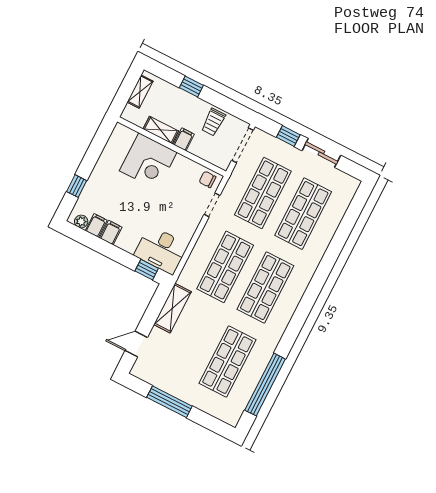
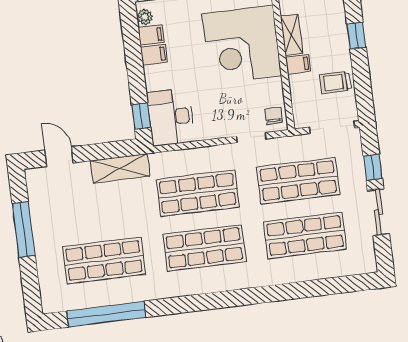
corner desk: (148, 161) -> (242, 45), width x1.36, depth x1.36

